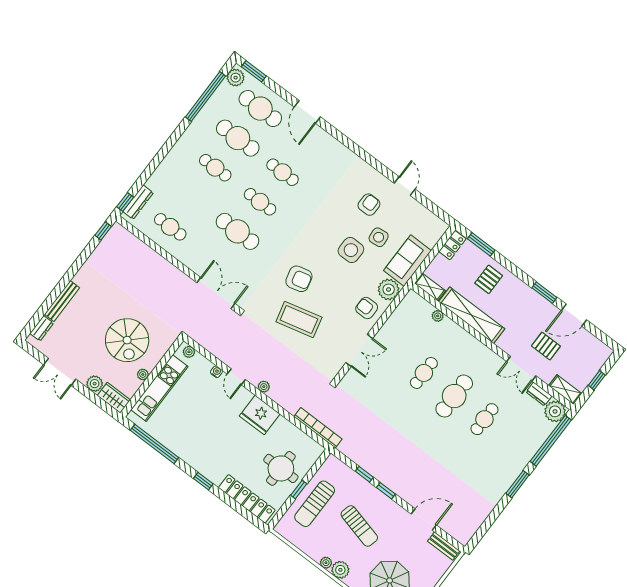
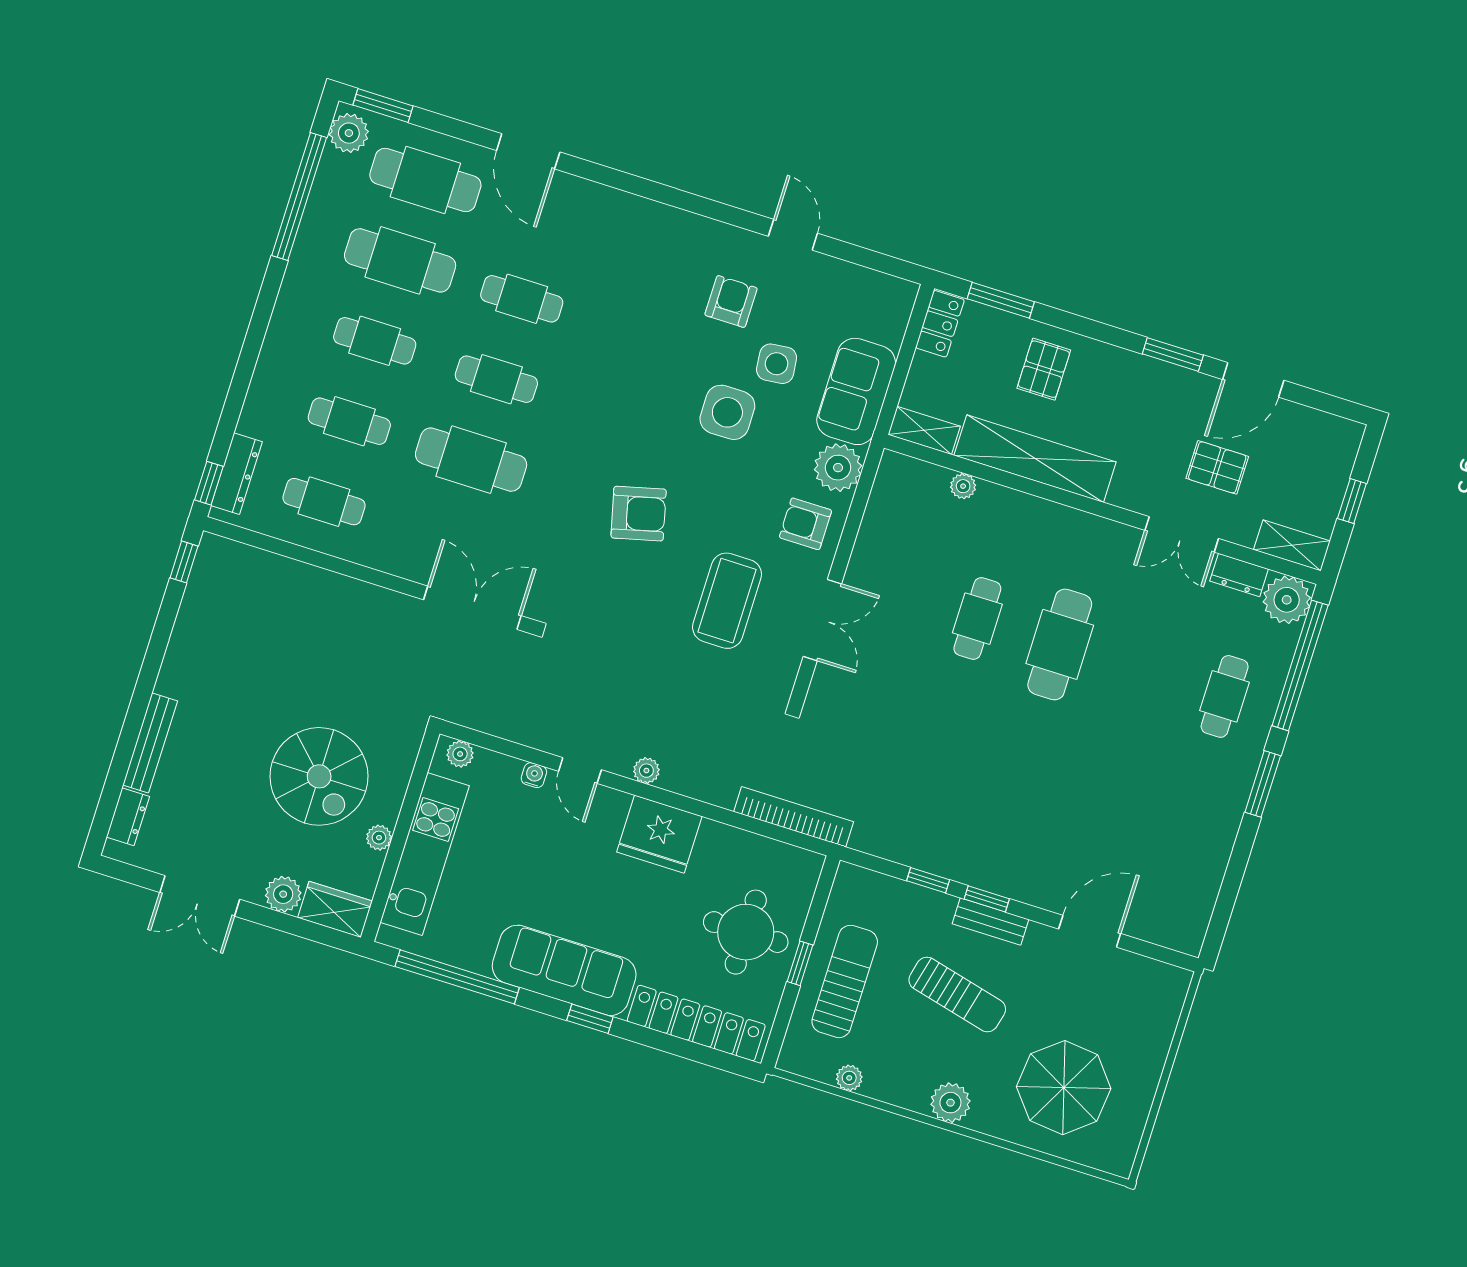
cafe table: (193, 197) -> (349, 421), added
coffee table: (299, 320) -> (727, 601), moved, turned -76
cafe table: (484, 419) -> (1225, 696), moved
sofa: (200, 457) -> (564, 970), added
sun lounger: (315, 504) -> (845, 981), turned 180
bench: (444, 546) -> (990, 921), moved
plant: (326, 563) -> (849, 1078), moved

